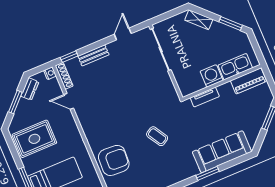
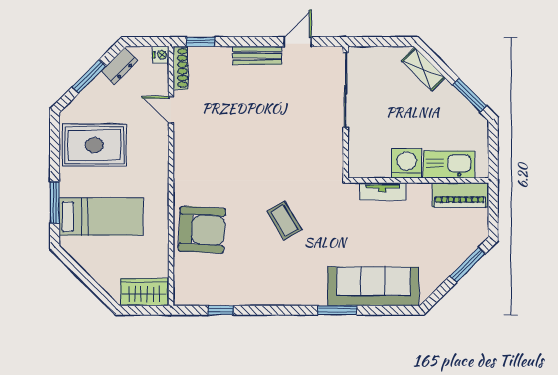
bench: (93, 55) -> (257, 56), moved

